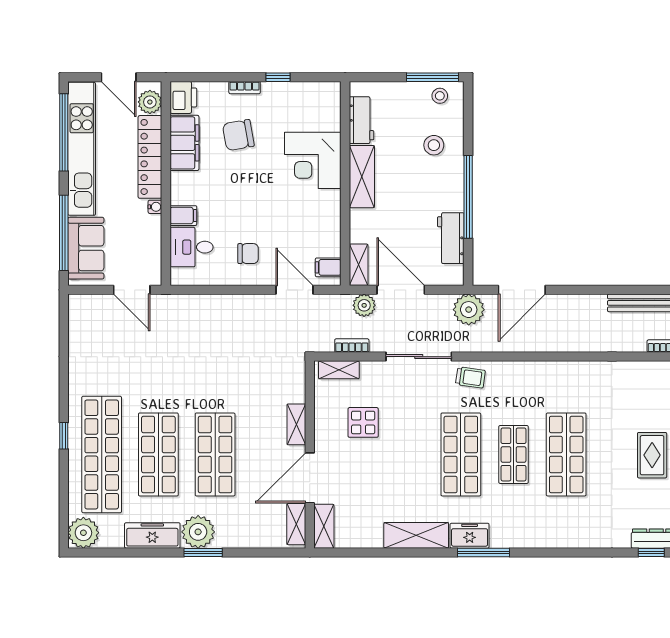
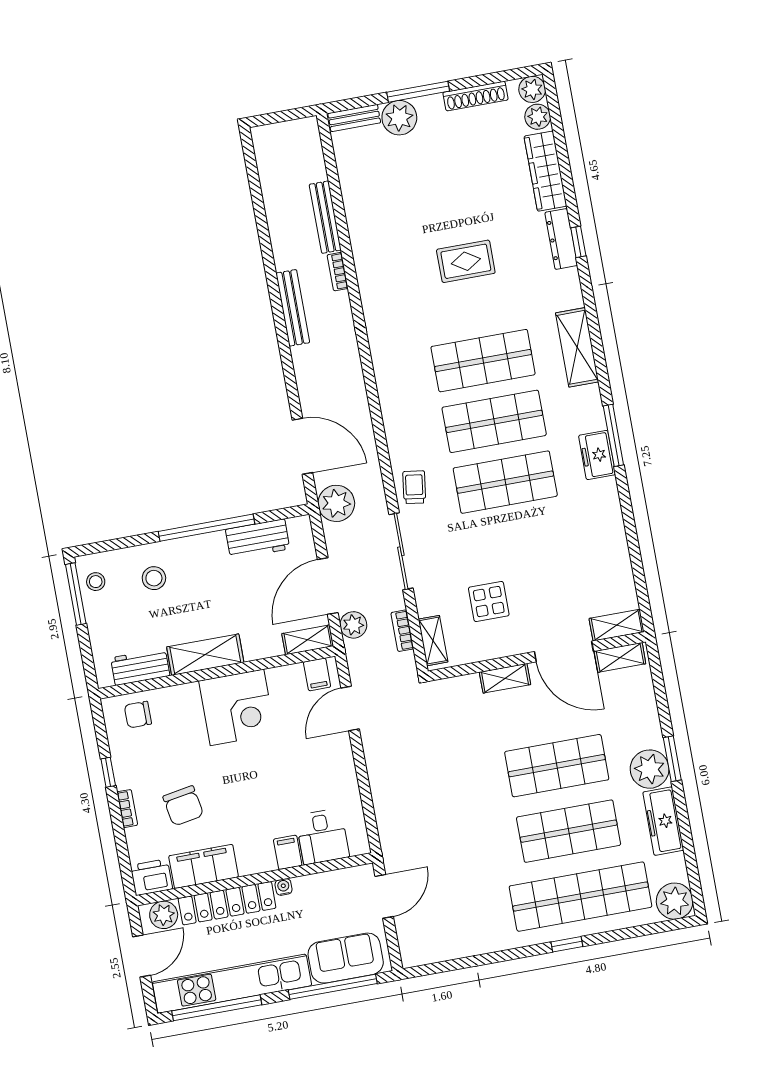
corner desk: (313, 160) -> (237, 707), moved
chair: (248, 254) -> (138, 715), moved, turned -90
shop shelf: (514, 454) -> (494, 421), width x1.43, depth x1.36
shelving: (416, 535) -> (577, 347), moved

